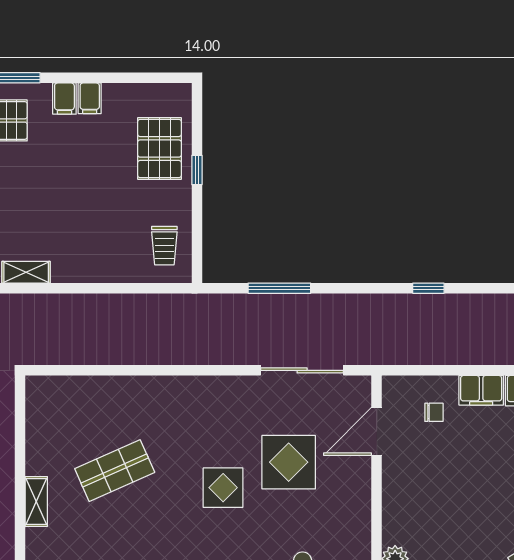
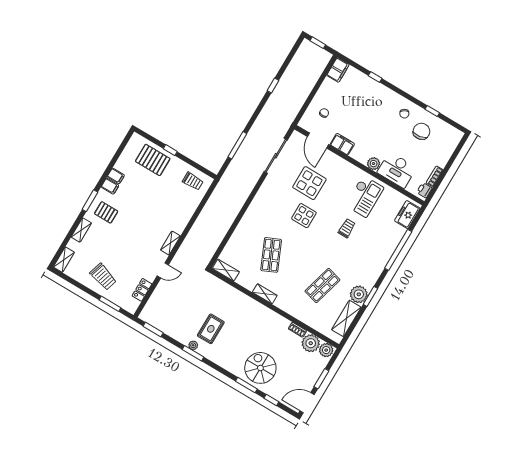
filing cabinet: (481, 390) -> (342, 144), moved, turned -90
shelving: (37, 404) -> (226, 270), added

